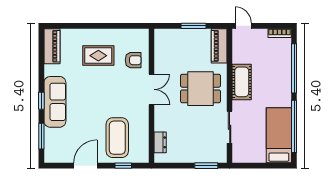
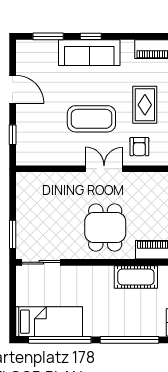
cot: (242, 82) -> (136, 277), moved
double door: (152, 89) -> (104, 169), swing flipped
sliding door: (230, 127) -> (41, 262), moved
coffee table: (117, 138) -> (91, 119), moved
dresser: (160, 142) -> (41, 179), removed

